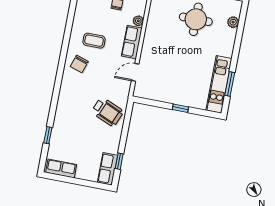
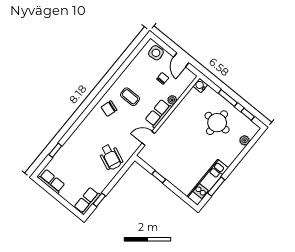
window: (180, 108) -> (159, 177), moved

